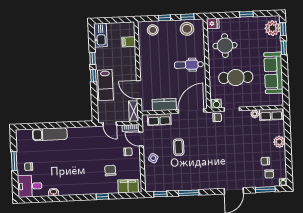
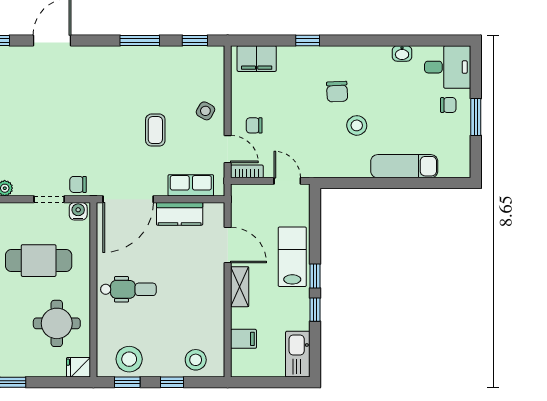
shelving: (134, 111) -> (240, 287), moved
stool: (75, 154) -> (357, 125), added
chair: (110, 170) -> (337, 92), moved

